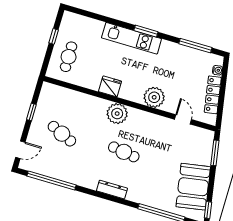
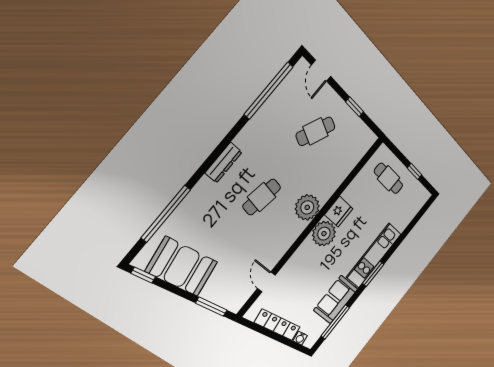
sofa: (177, 54) -> (336, 300), added
plant: (154, 97) -> (324, 234), moved
door: (183, 119) -> (266, 282), swing flipped

